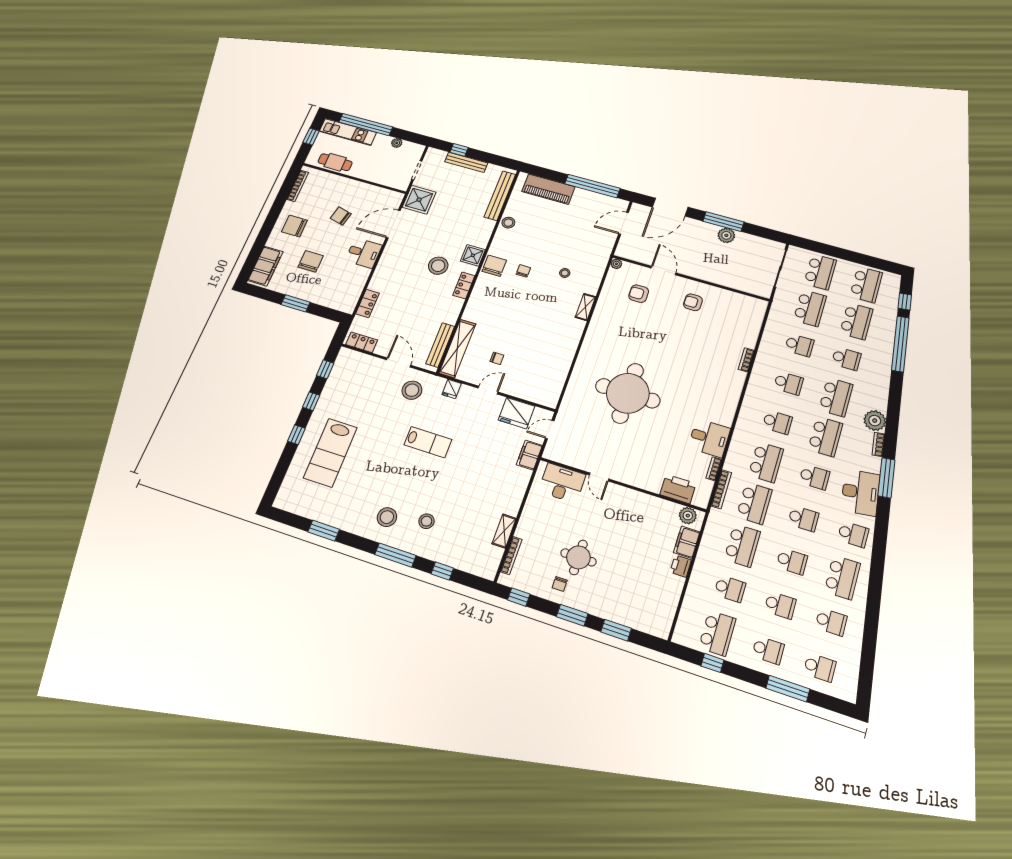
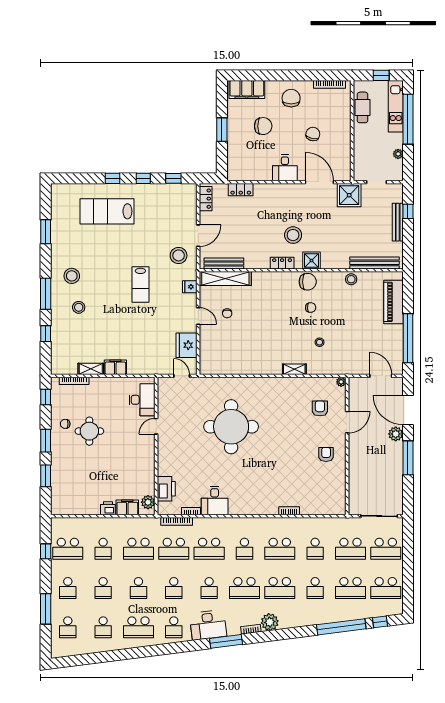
plant: (726, 235) -> (396, 434), moved
school desk: (788, 383) -> (280, 549), width x1.85
filing cabinet: (529, 455) -> (115, 367), moved

